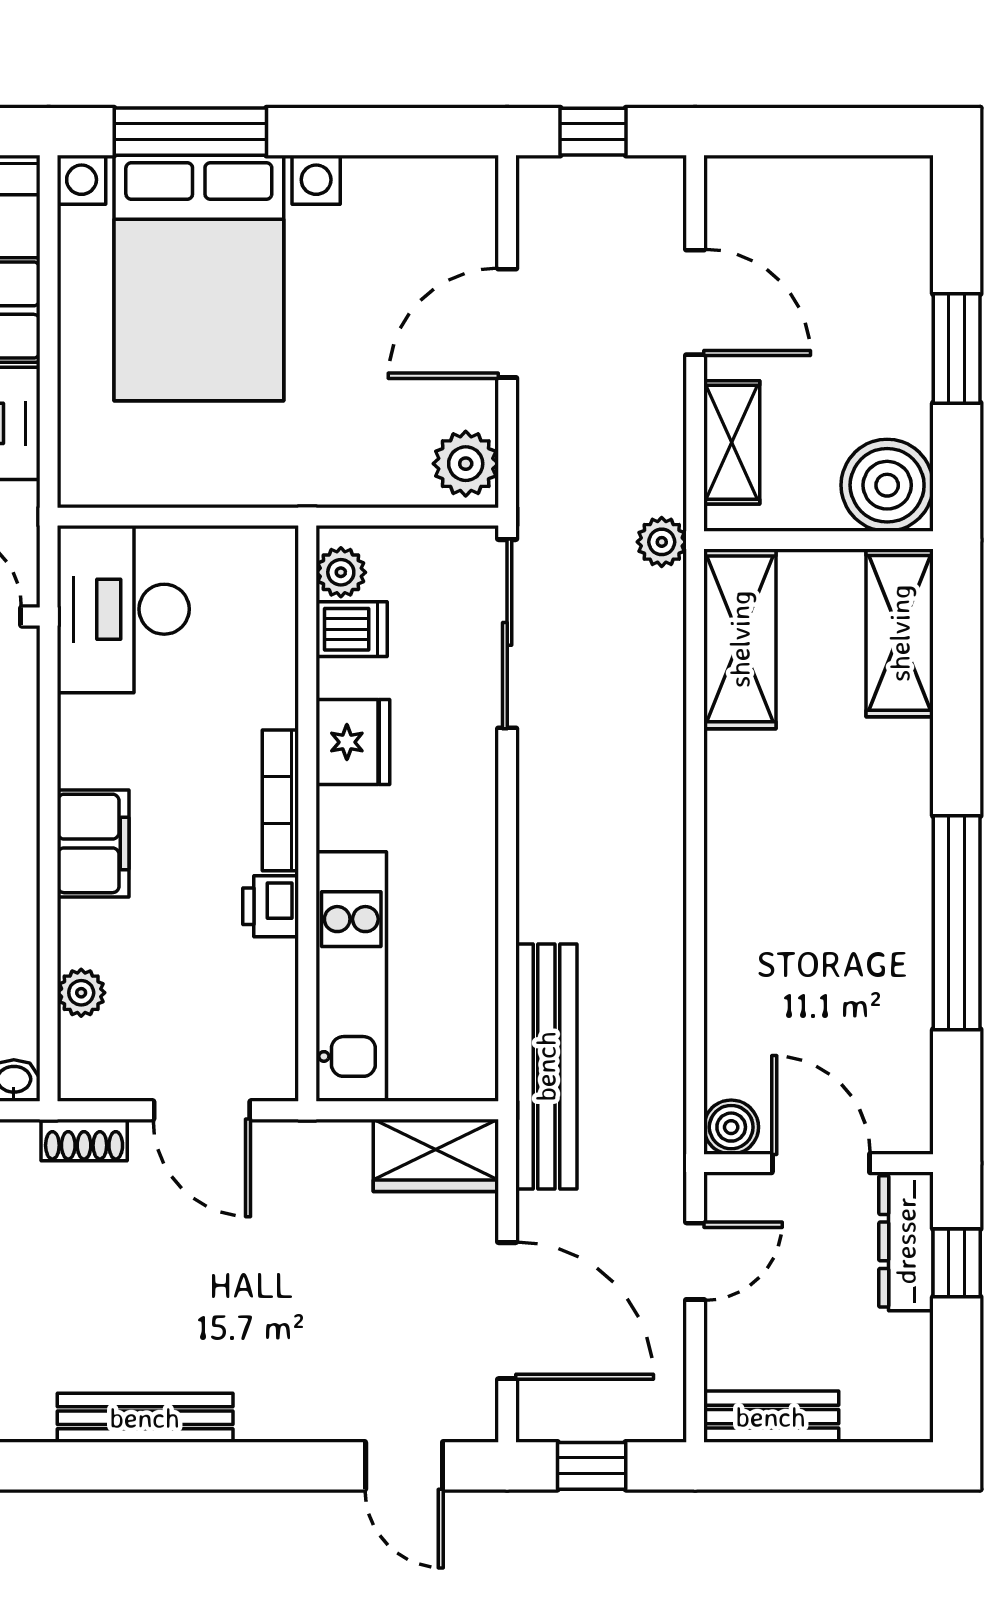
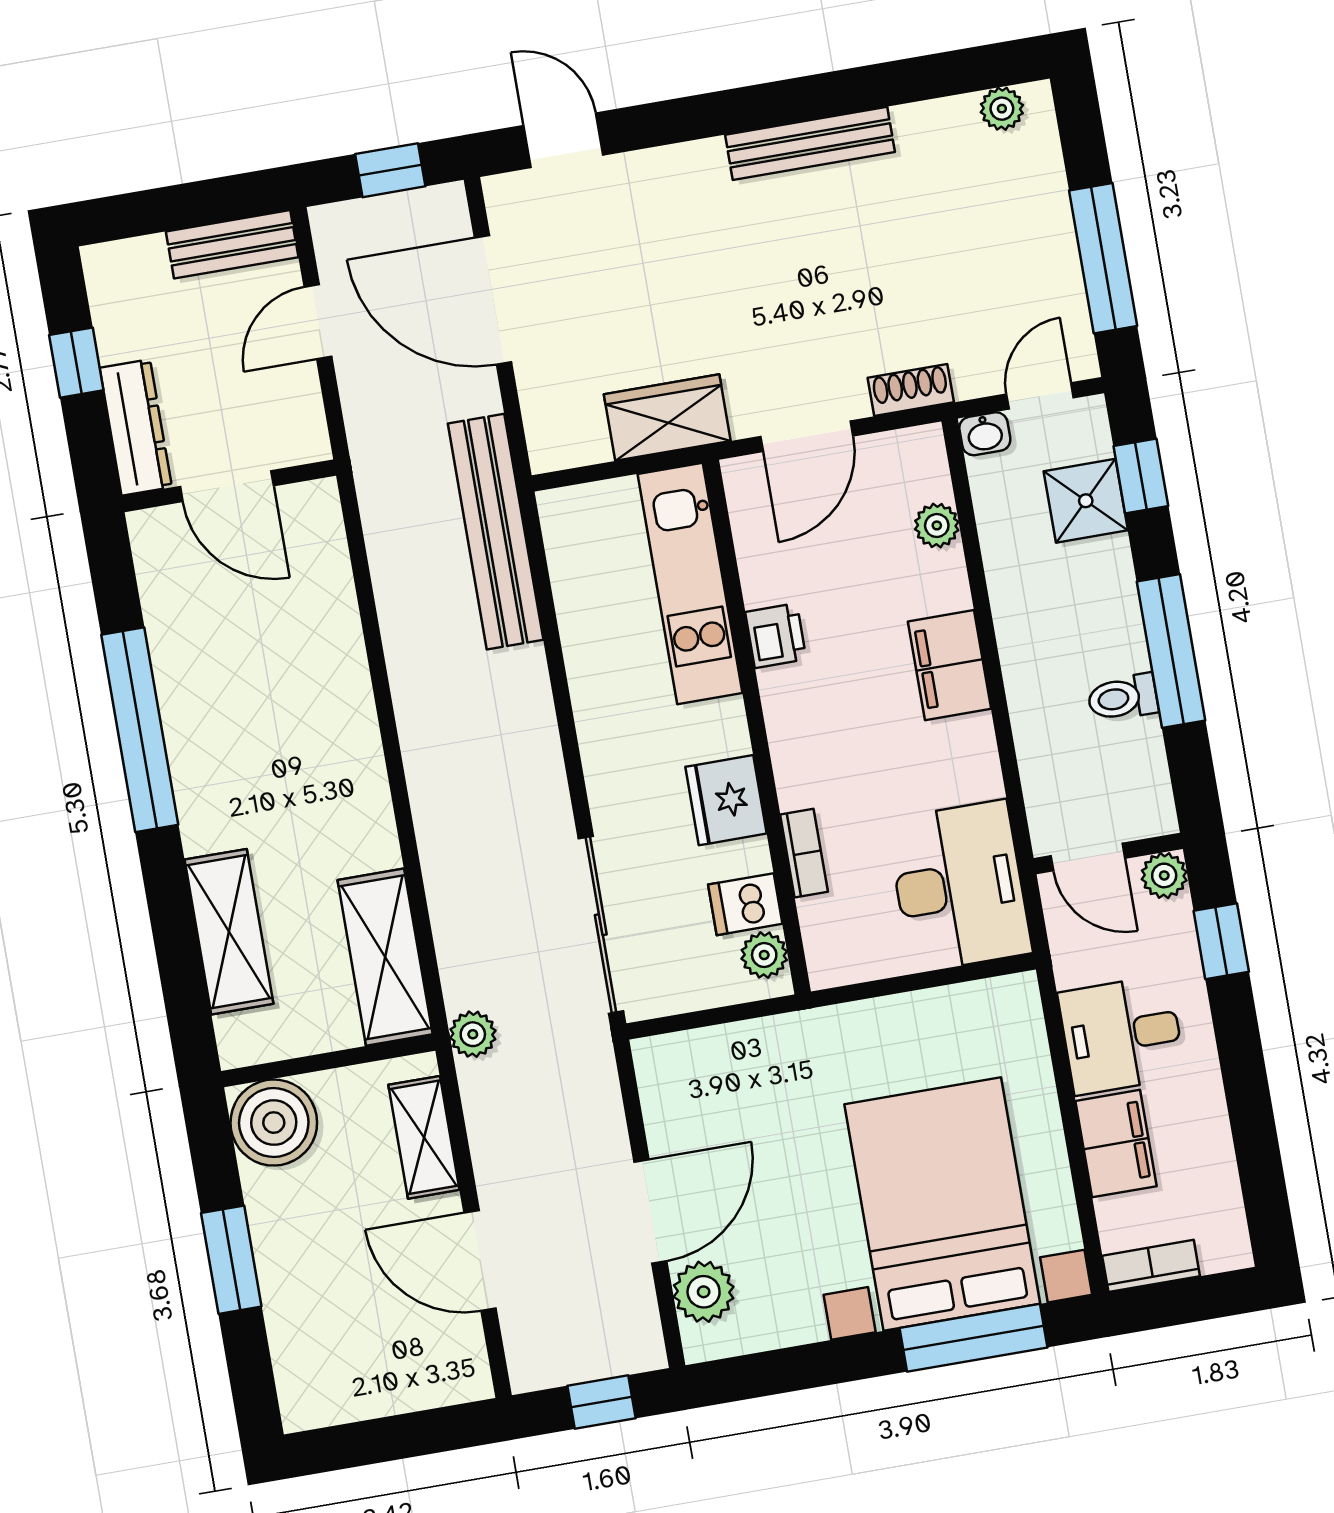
plant: (466, 464) -> (704, 1292), moved
shelving: (900, 633) -> (229, 932), moved
bookcase: (280, 800) -> (804, 853), moved, width x0.64
door: (202, 1110) -> (807, 436), swing flipped
boiler: (731, 1127) -> (315, 505), removed
wardrobe: (436, 1155) -> (667, 418), moved
door: (695, 1261) -> (318, 322), moved
window: (957, 1263) -> (76, 363), moved

